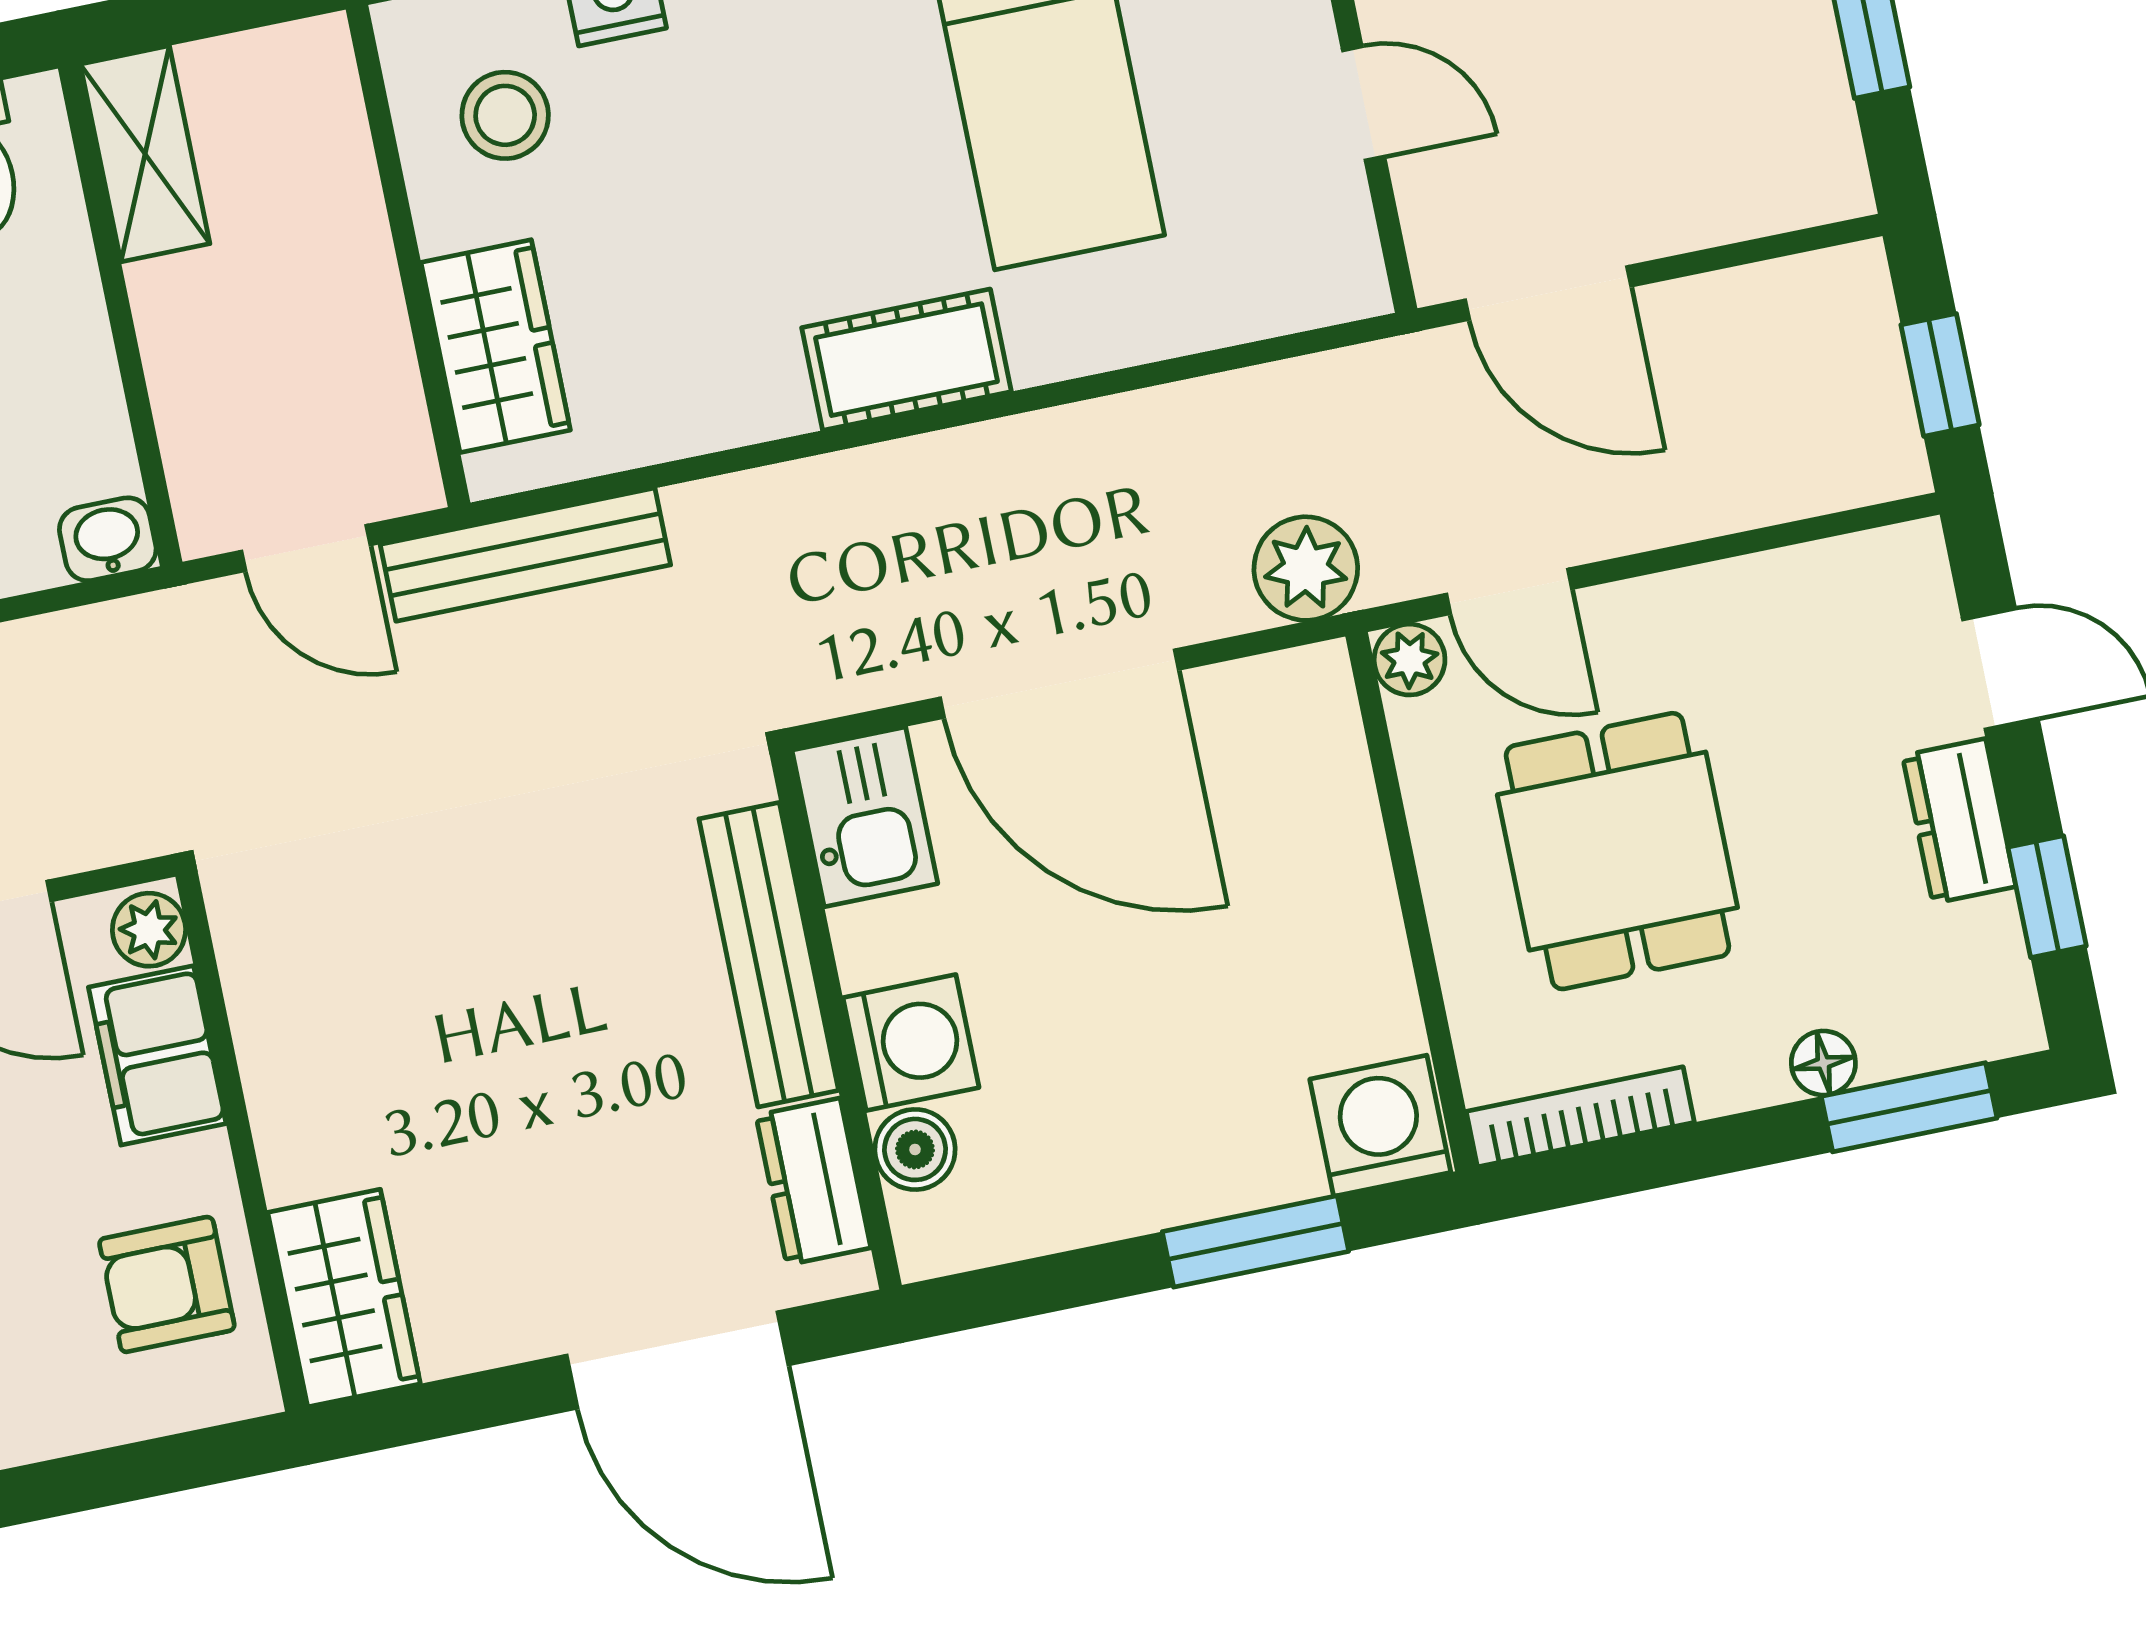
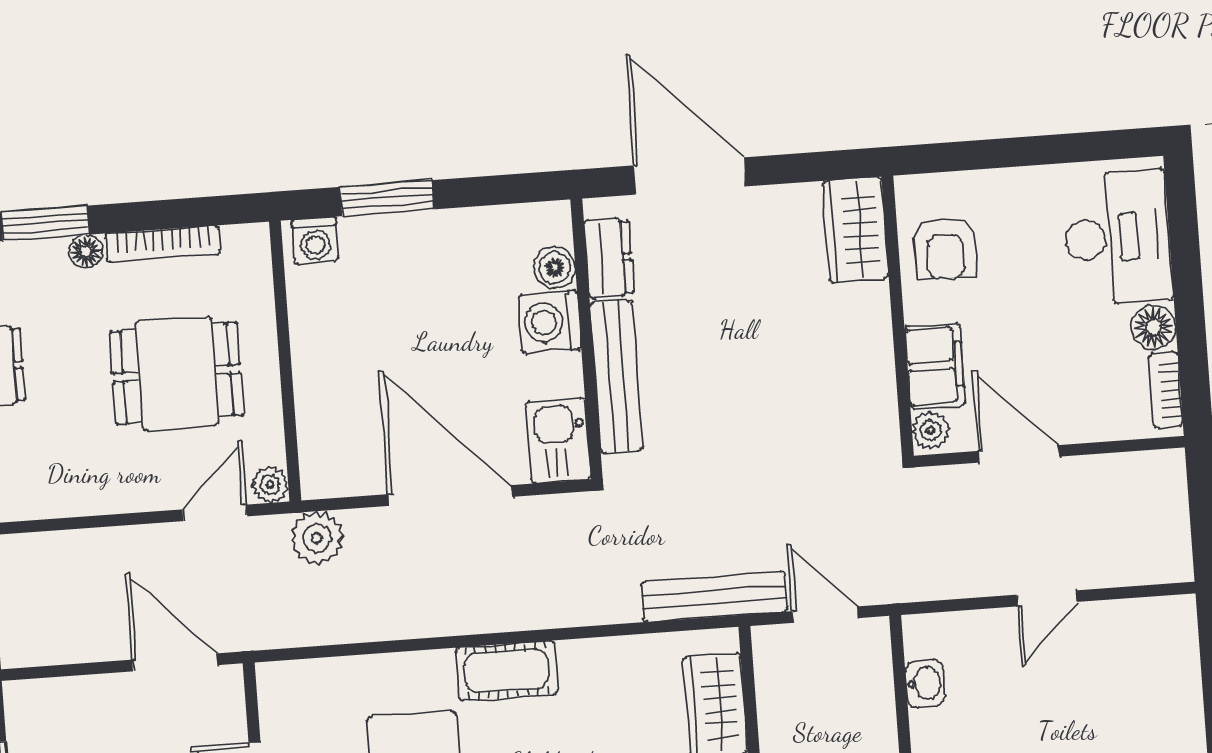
washbasin: (108, 539) -> (925, 683), moved, turned -90
door: (1509, 591) -> (215, 513), hinge flipped
dining table: (1617, 851) -> (177, 373), turned 90
bookcase: (1580, 1117) -> (163, 244), moved
washing machine: (1380, 1126) -> (315, 240), width x0.73, depth x0.73
armchair: (167, 1284) -> (945, 248), turned 90

